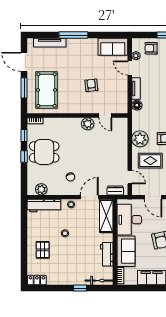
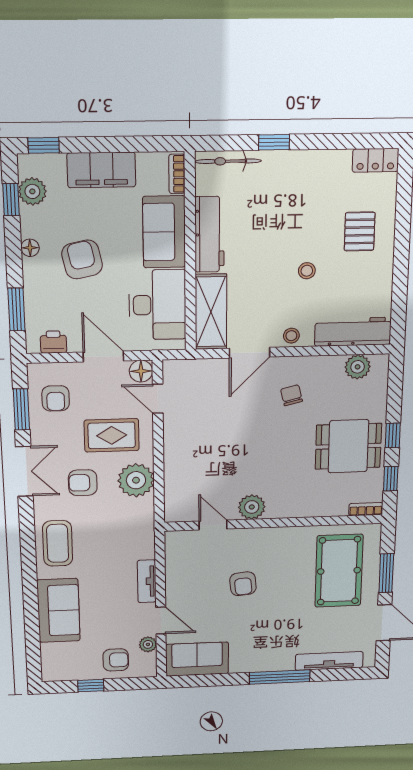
floor lamp: (137, 105) -> (141, 371), moved
dresser: (115, 190) -> (190, 369), removed
workbench: (107, 254) -> (209, 234), width x1.37

